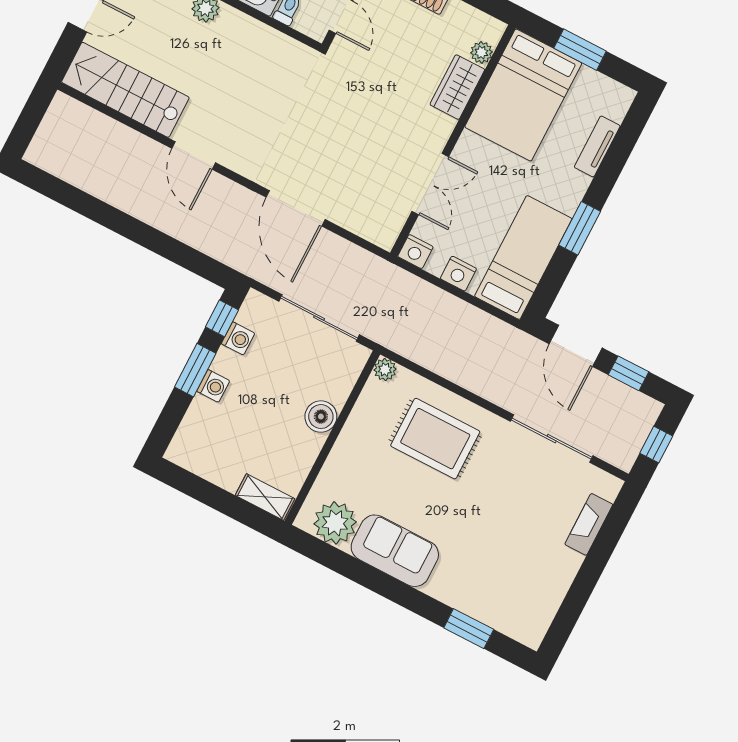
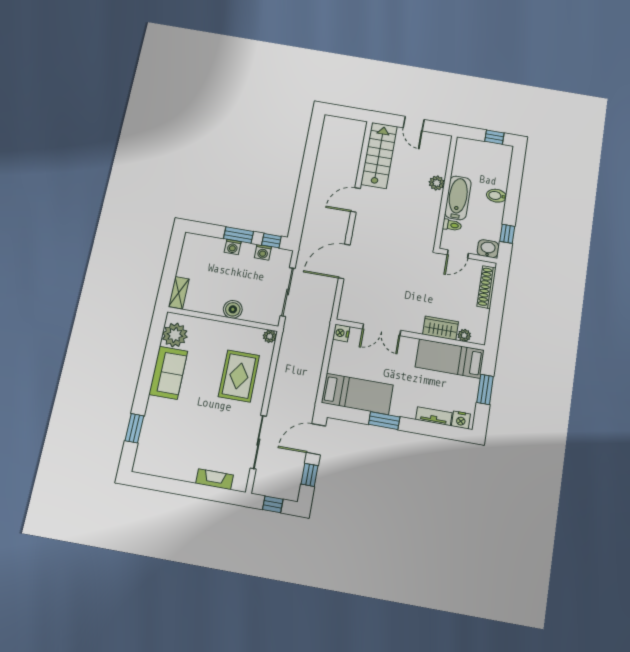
bed: (523, 95) -> (450, 359), width x0.67
nightstand: (458, 274) -> (461, 420), moved, turned -90

